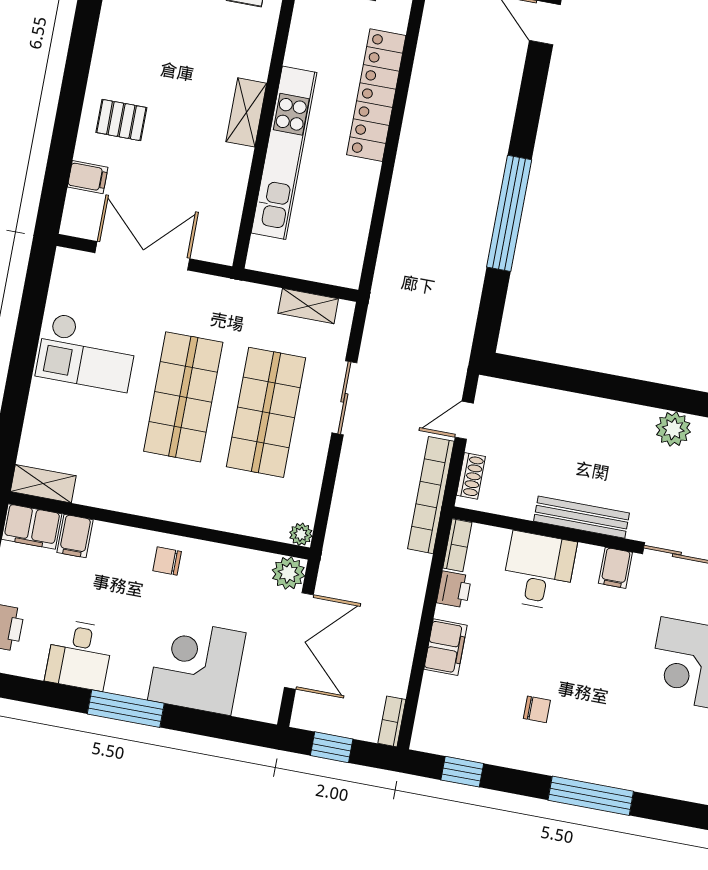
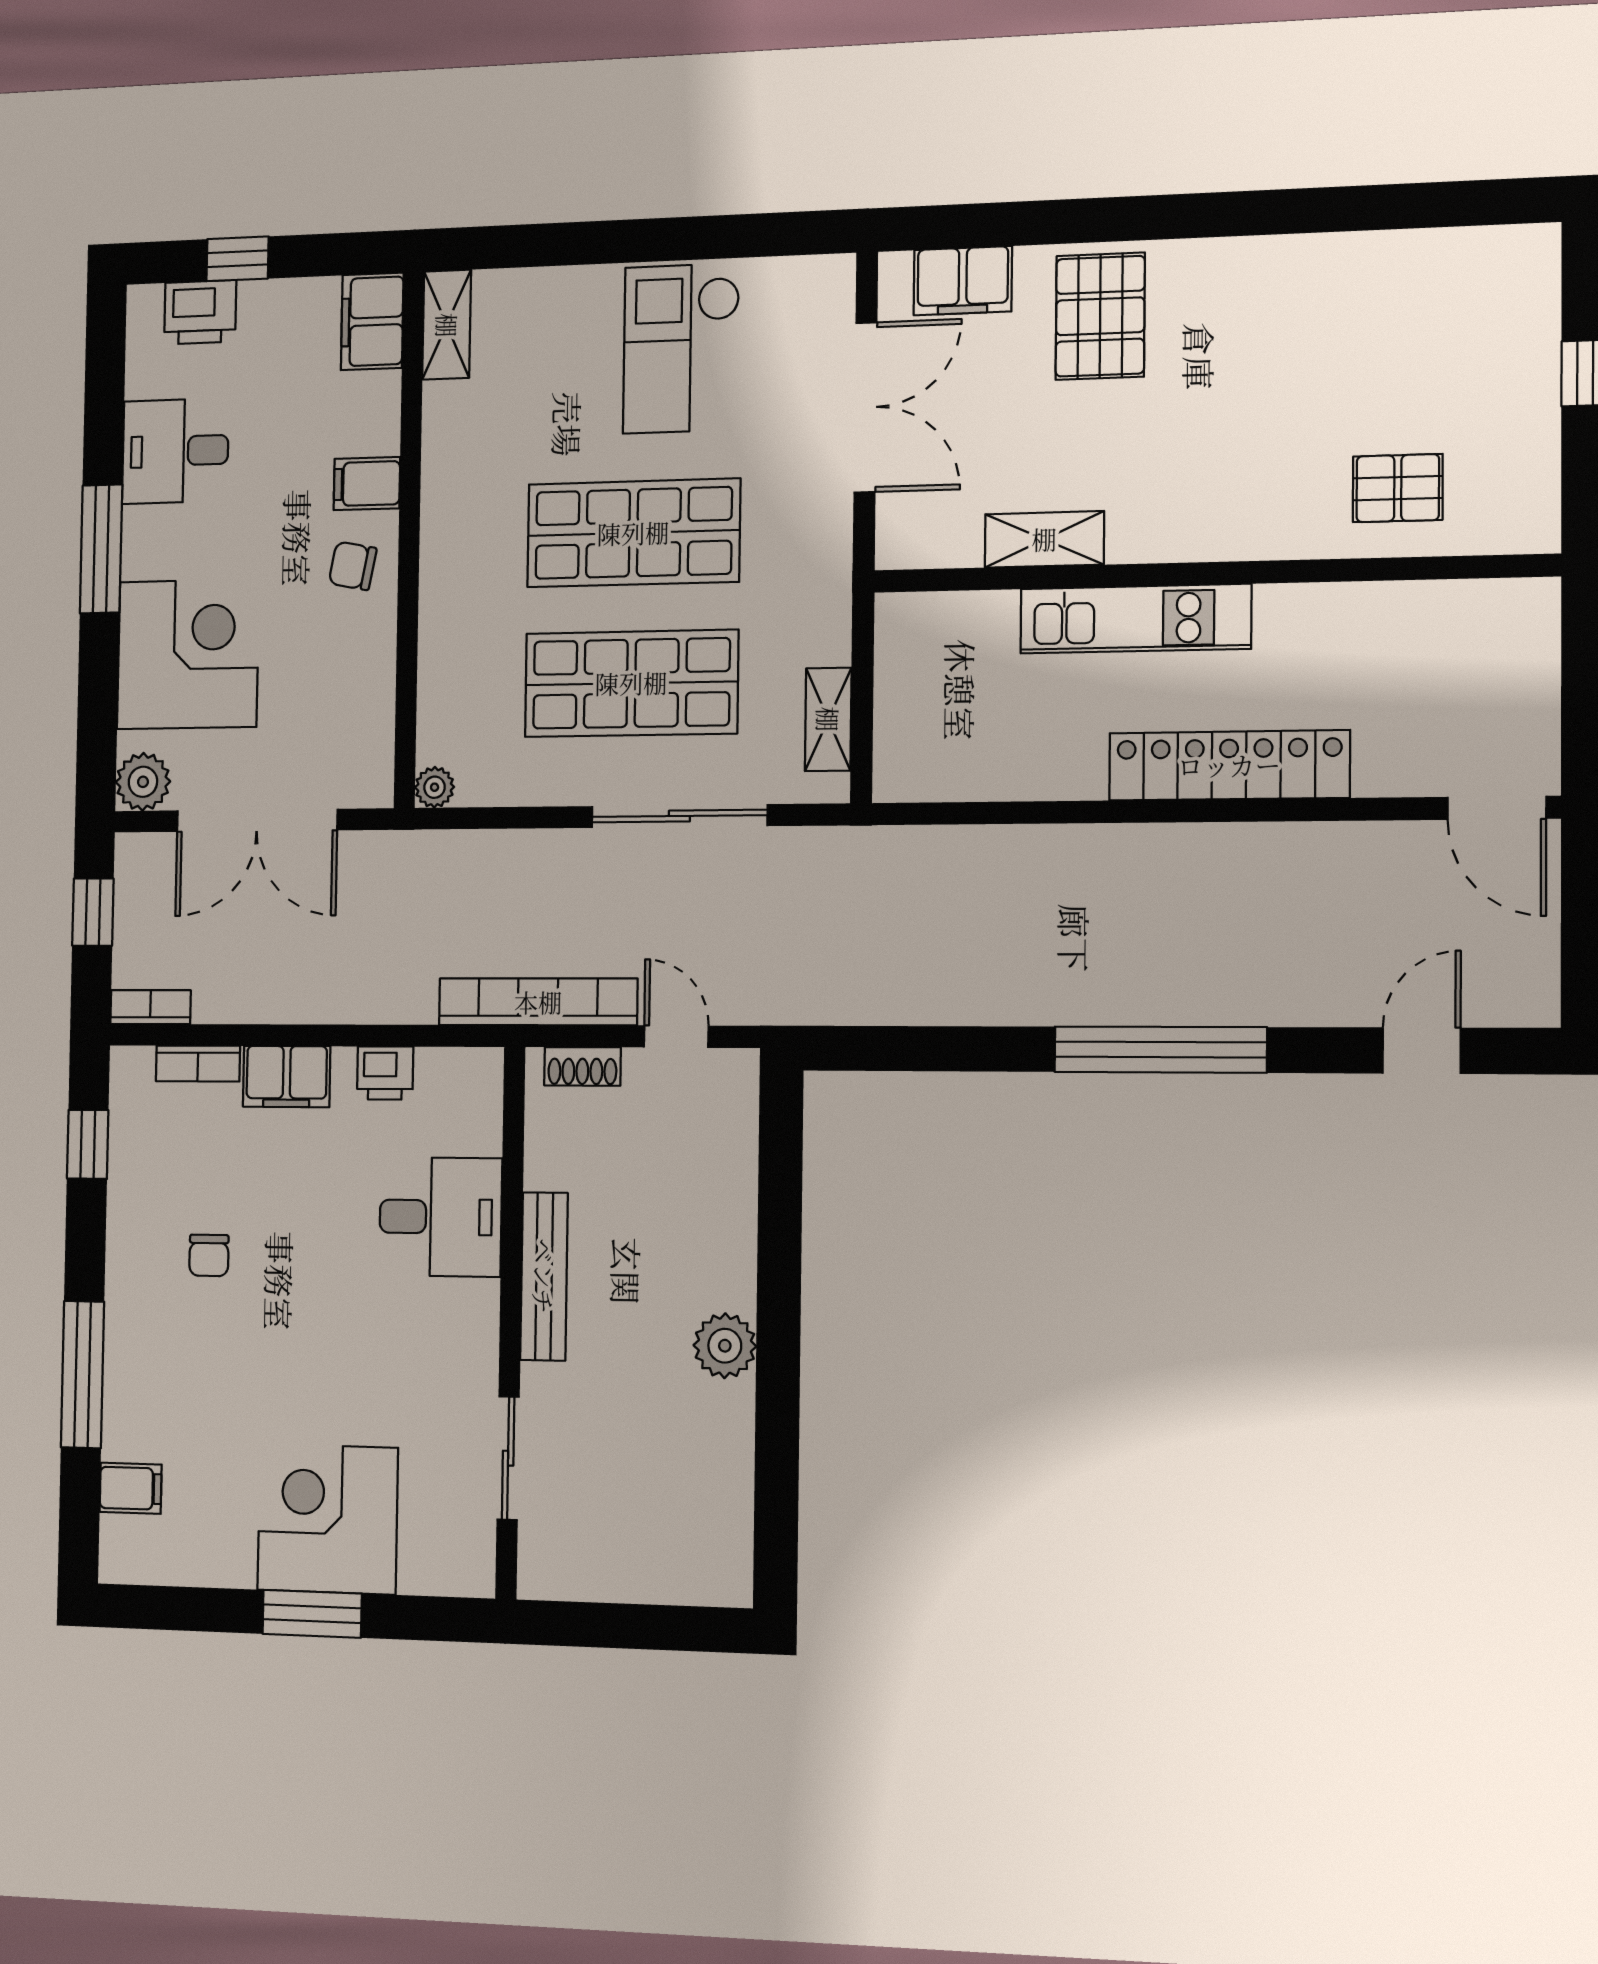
shelving: (246, 112) -> (1044, 539), moved
pallet: (121, 120) -> (1100, 316), width x1.50, depth x1.42
kitchen unit: (284, 153) -> (1135, 619), width x0.73
filing cabinet: (88, 177) -> (963, 281), width x2.00
window: (509, 213) -> (1160, 1050), moved
sliding door: (344, 398) -> (679, 816), width x1.37
plant: (673, 429) -> (725, 1346), moved
filing cabinet: (75, 536) -> (367, 484), moved
bookcase: (457, 545) -> (198, 1063), moved
chair: (167, 561) -> (353, 566), turned -79
filing cabinet: (615, 568) -> (131, 1488), moved, turned 180
plant: (288, 573) -> (143, 782), moved

